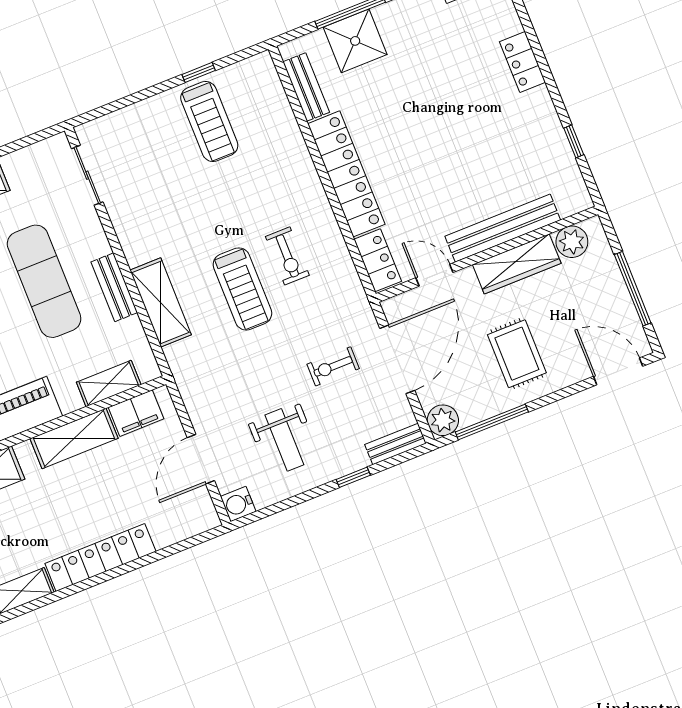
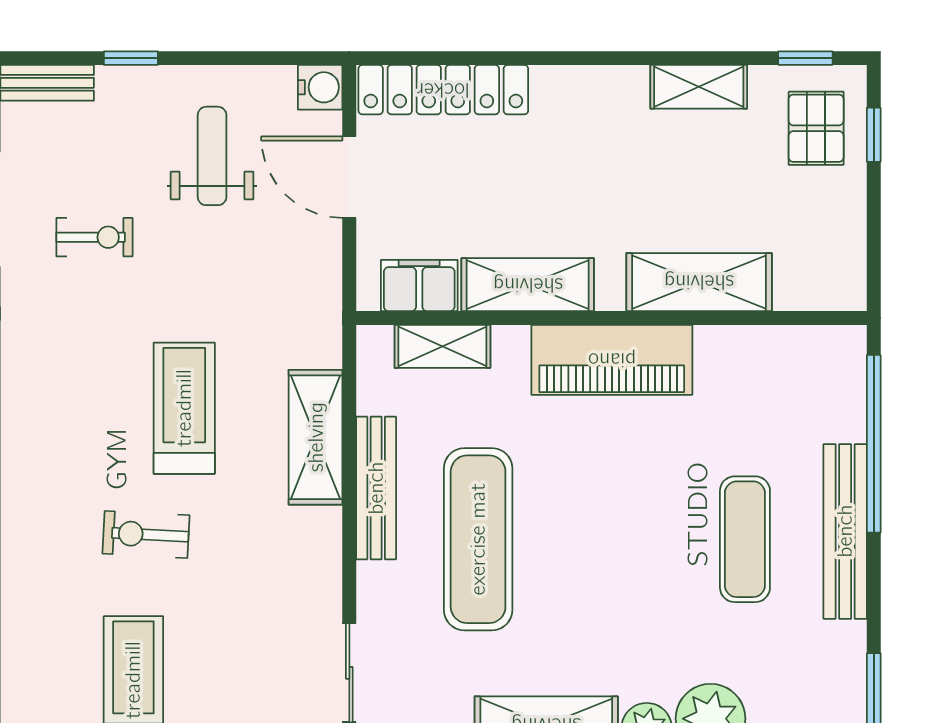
exercise bike: (287, 256) -> (146, 534), moved, turned -87
bench: (114, 287) -> (376, 488), width x1.36
door: (201, 459) -> (349, 177), swing flipped
locker: (100, 557) -> (443, 90), moved

